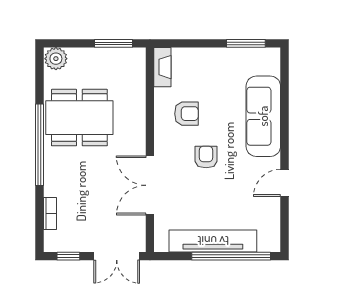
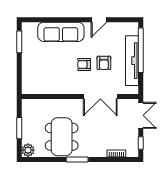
window: (113, 43) -> (19, 128), moved
fireplace: (162, 67) -> (33, 89), removed
armchair: (186, 114) -> (104, 63), moved, turned 180
window: (39, 145) -> (77, 160), width x0.47
door: (284, 183) -> (99, 20), hinge flipped

